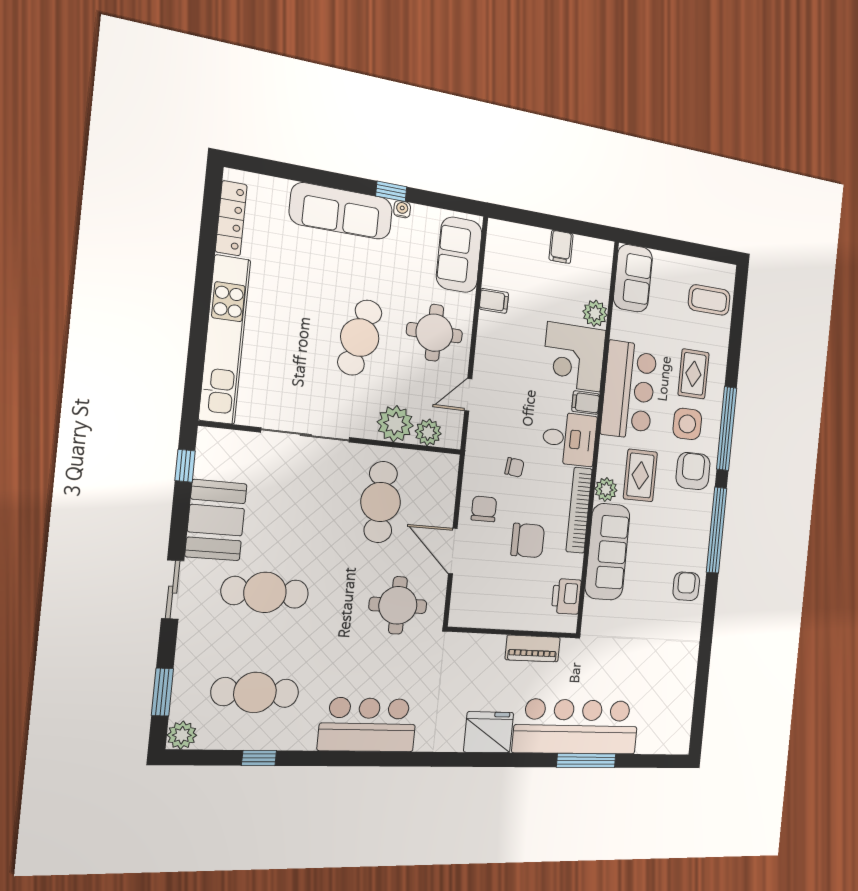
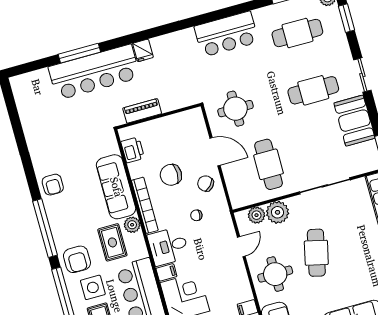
chair: (484, 509) -> (206, 183), turned 133
fridge: (489, 732) -> (143, 50), width x0.53, depth x0.75

